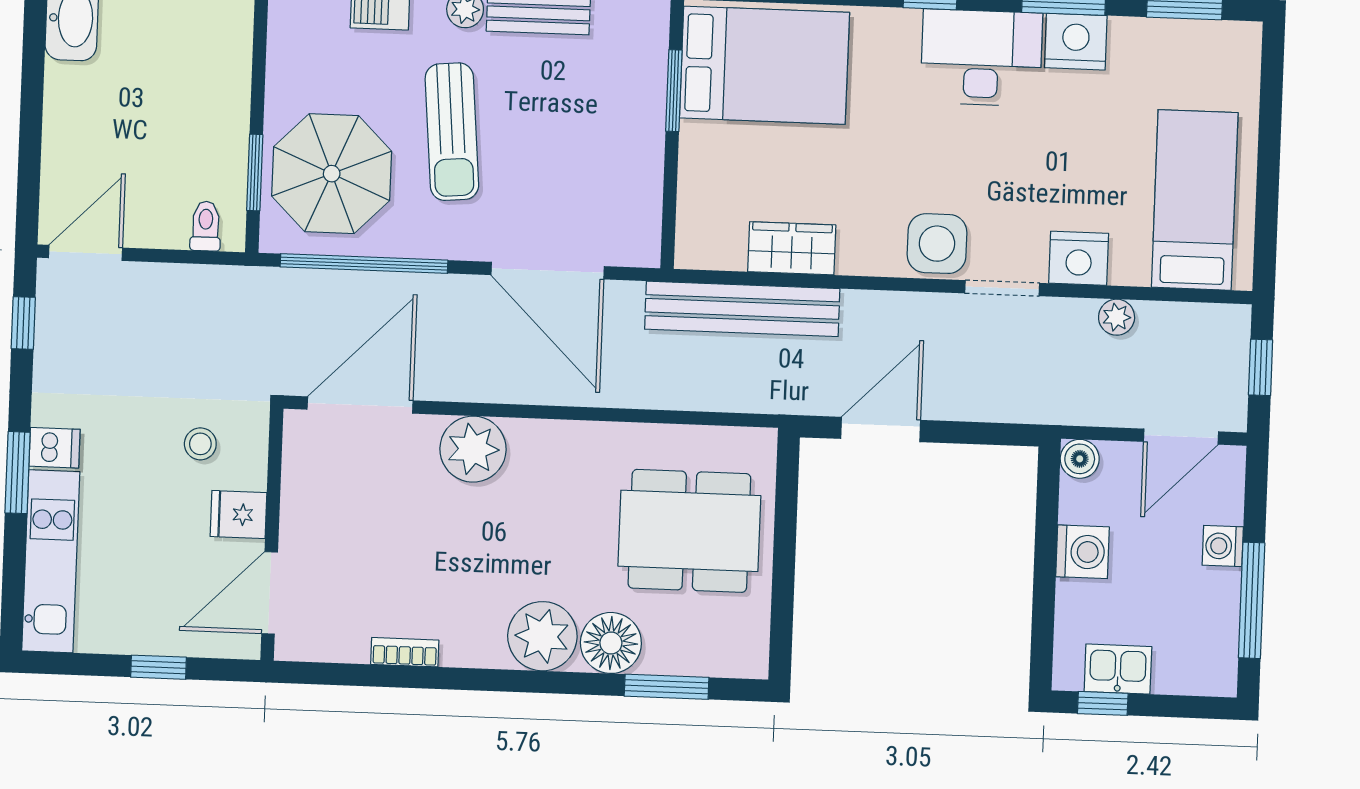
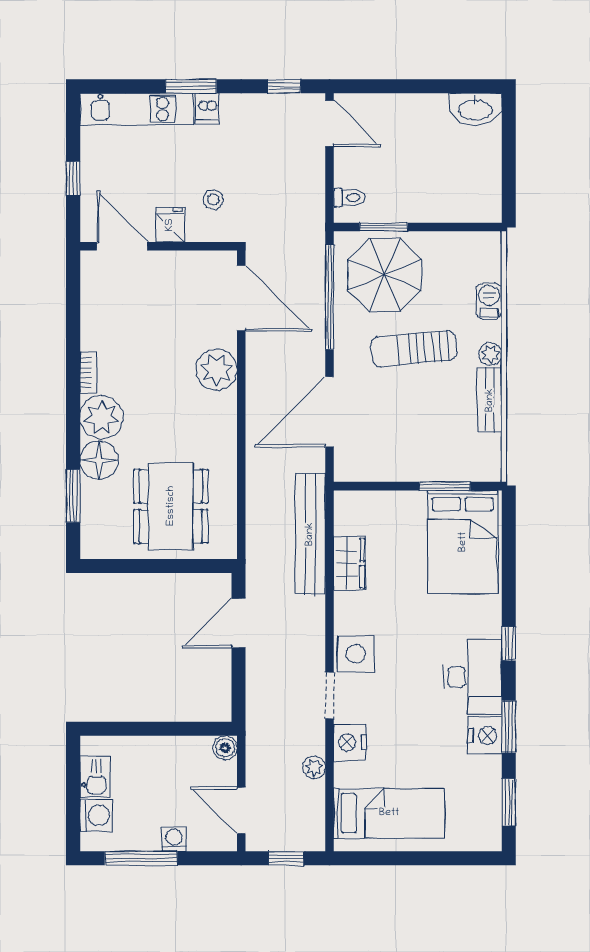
door: (881, 429) -> (239, 623), swing flipped
washing machine: (1082, 552) -> (96, 816), moved, turned -90
bookcase: (405, 652) -> (88, 373), moved
window: (1103, 703) -> (73, 768), removed

